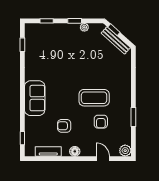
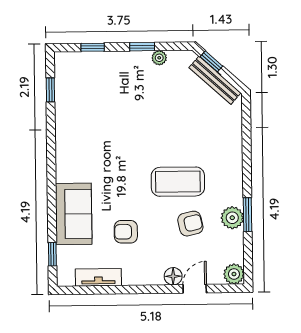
sofa: (35, 98) -> (74, 214), moved
plant: (125, 119) -> (232, 218), added
armchair: (101, 122) -> (190, 224), turned -103
floor lamp: (75, 151) -> (173, 276), moved
door: (103, 159) -> (195, 289), hinge flipped

